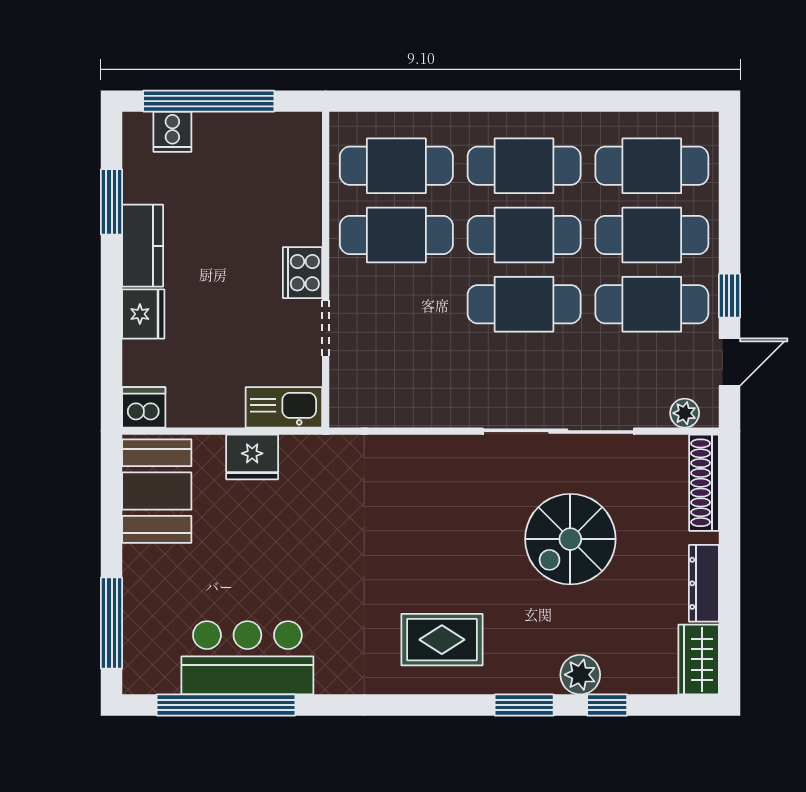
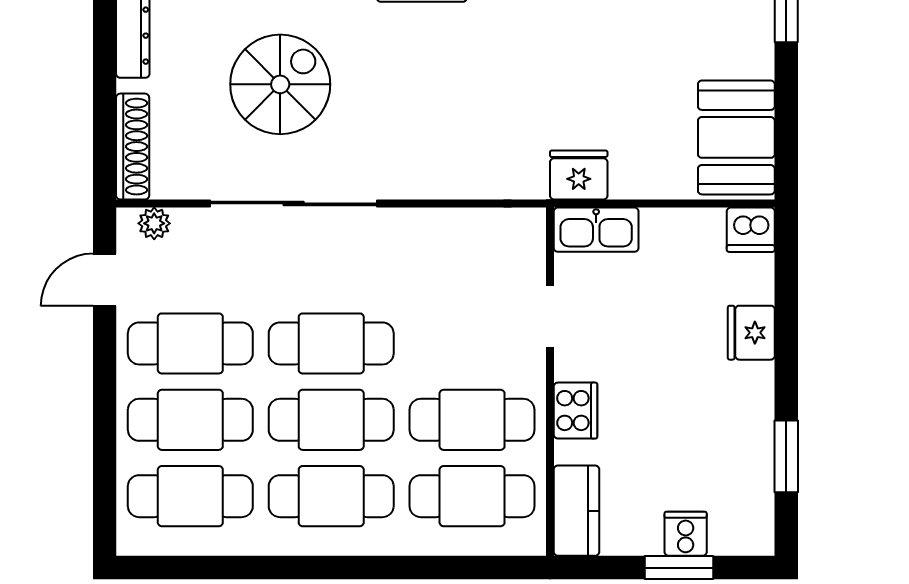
window: (209, 101) -> (679, 568), width x0.47
cooker: (172, 132) -> (686, 534), moved
kitchen counter: (143, 246) -> (576, 511), moved, turned 180
cooker: (303, 273) -> (576, 411), moved
window: (729, 296) -> (105, 353), removed
fridge: (252, 457) -> (579, 175), moved

